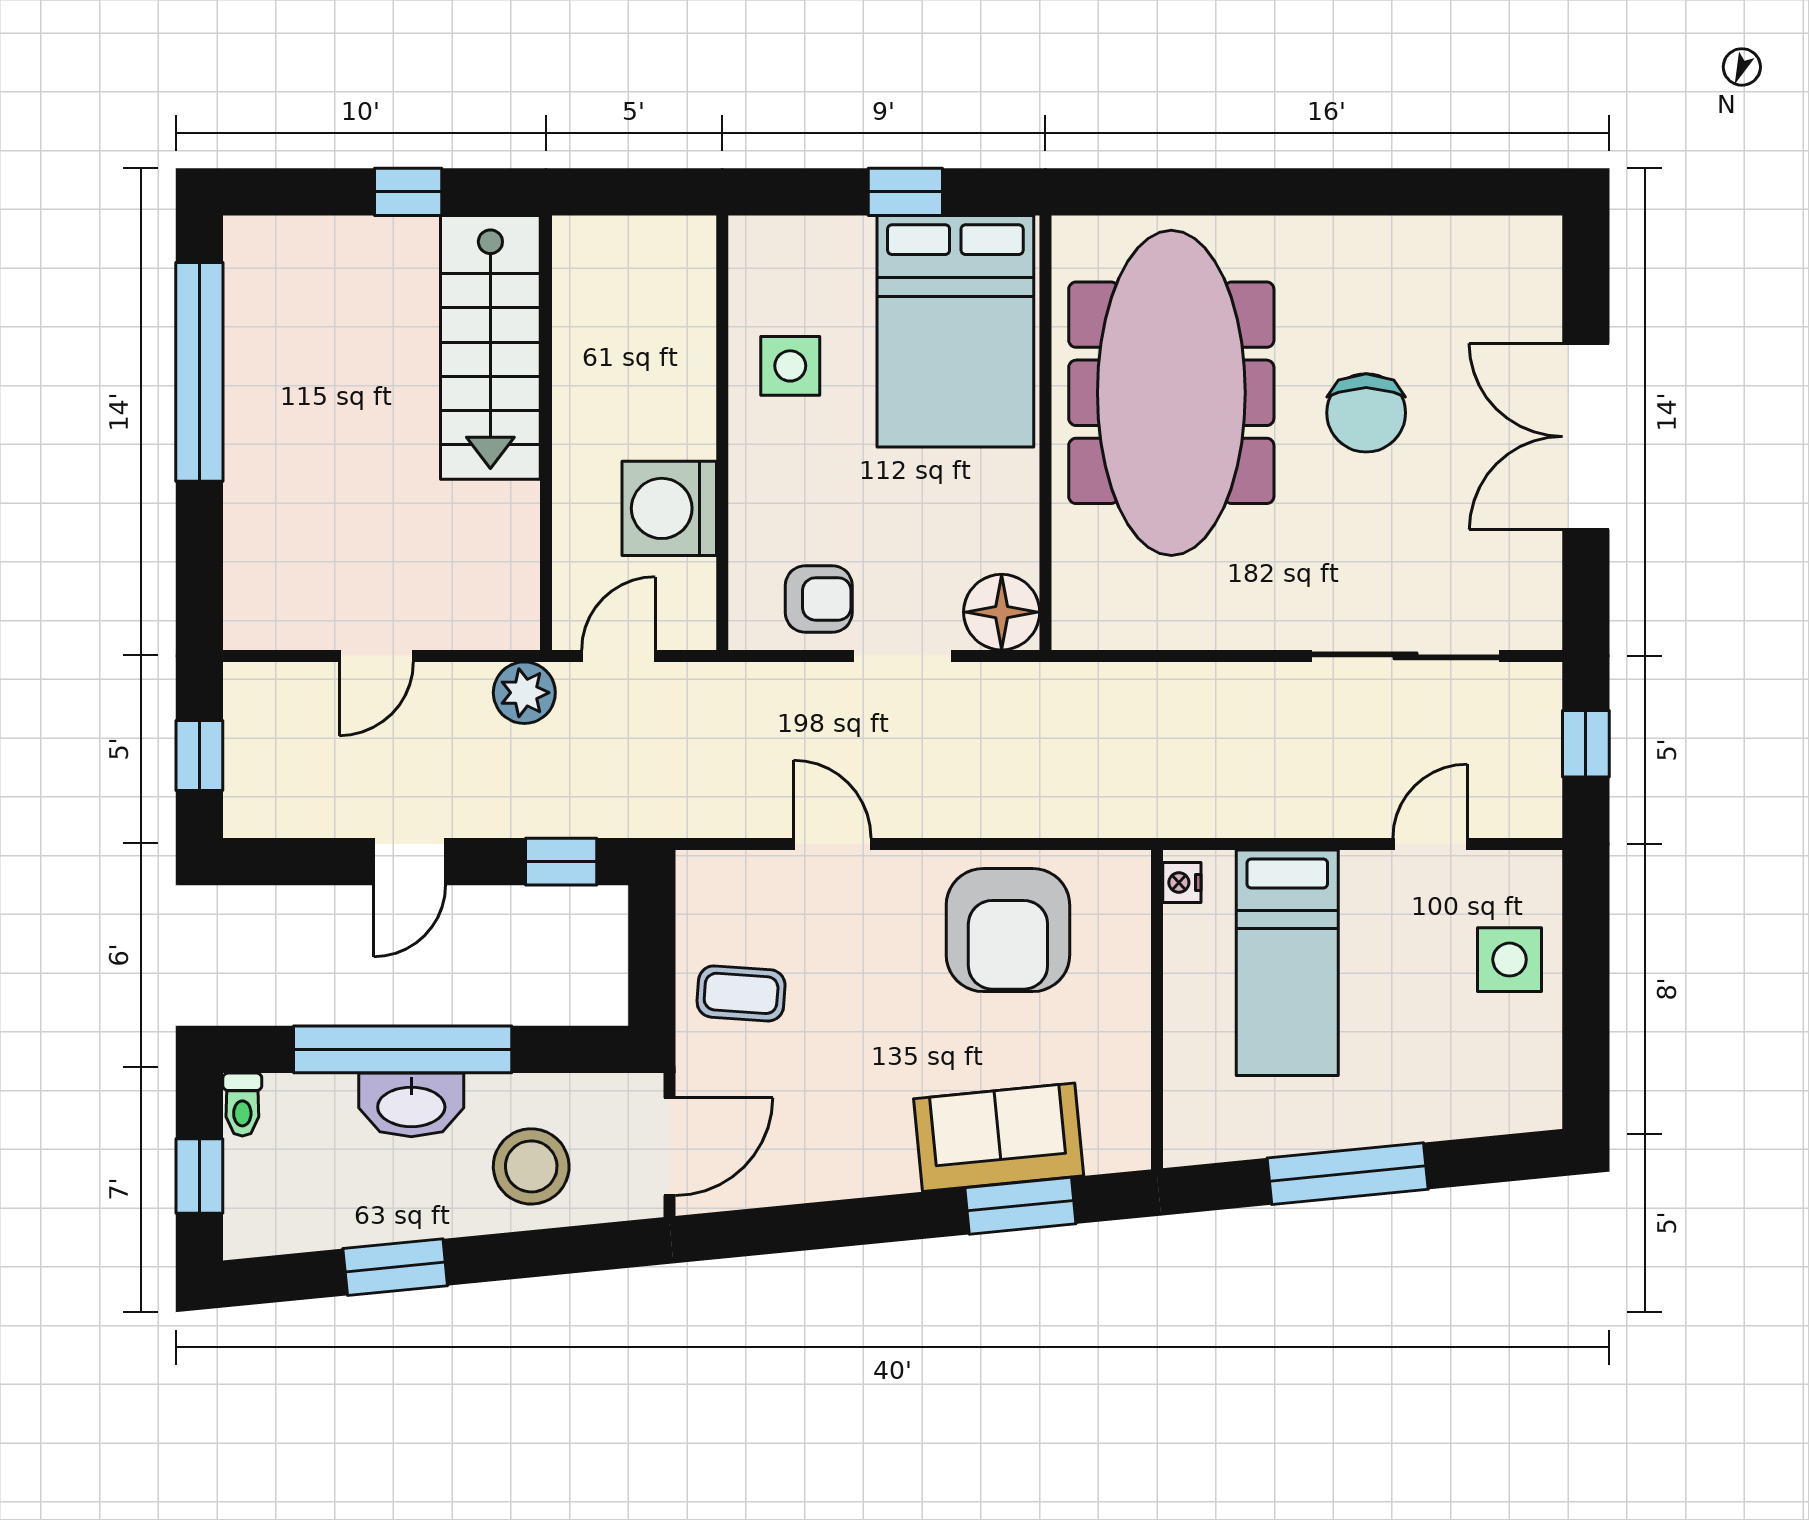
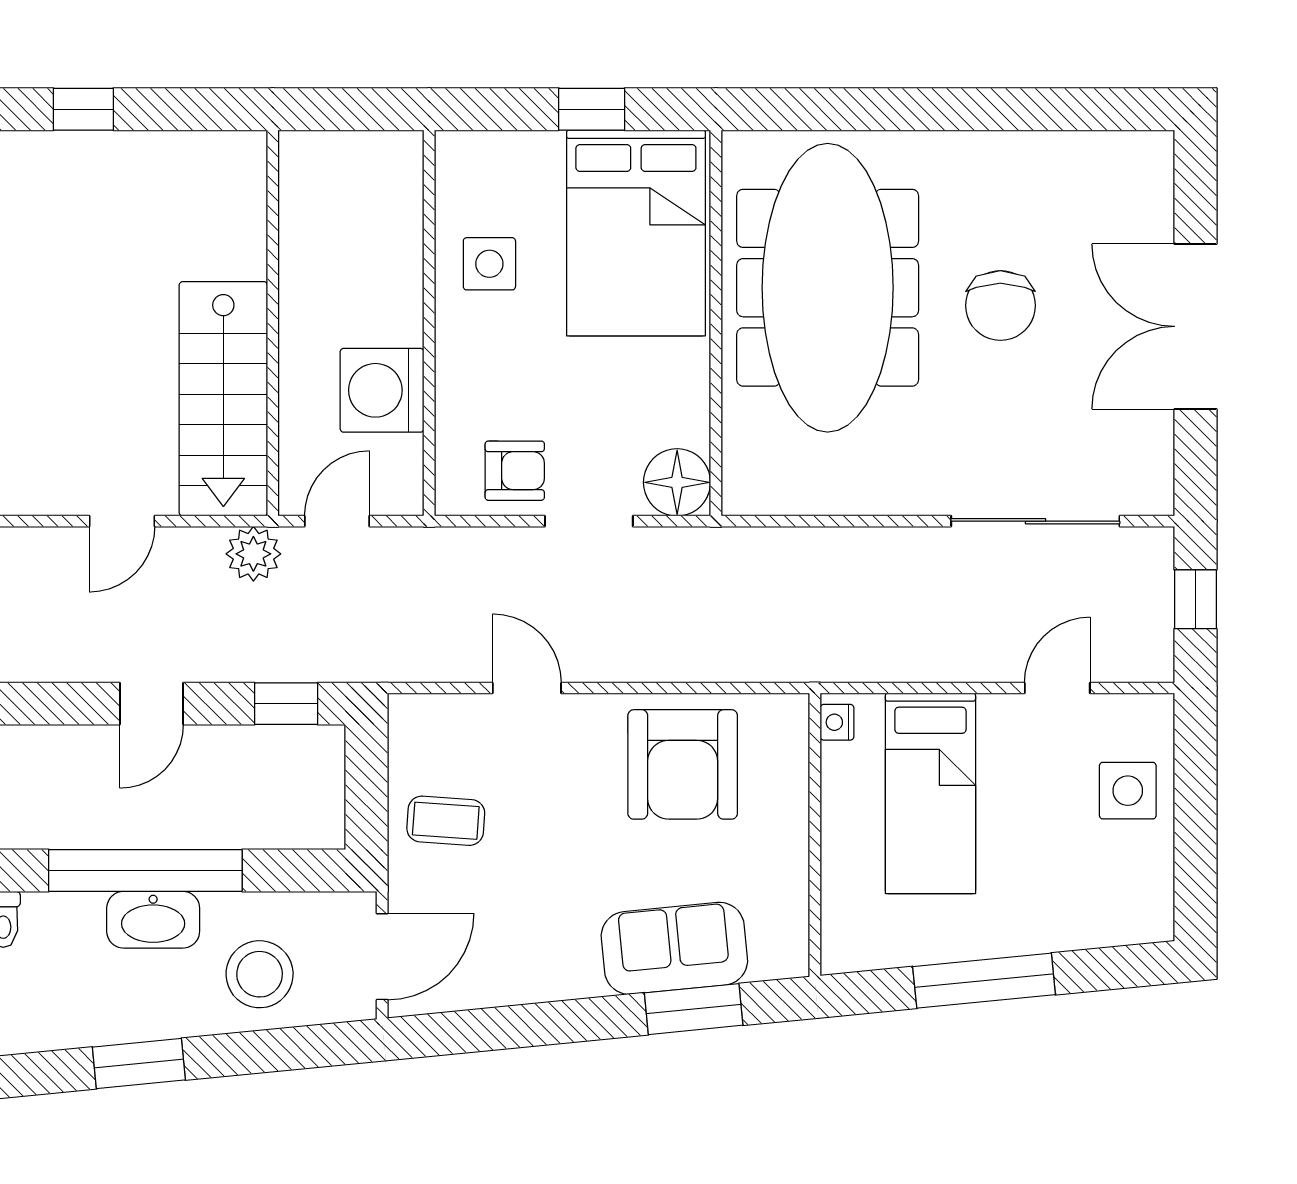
window: (408, 192) -> (83, 109), moved
stairs: (490, 347) -> (223, 399), moved

